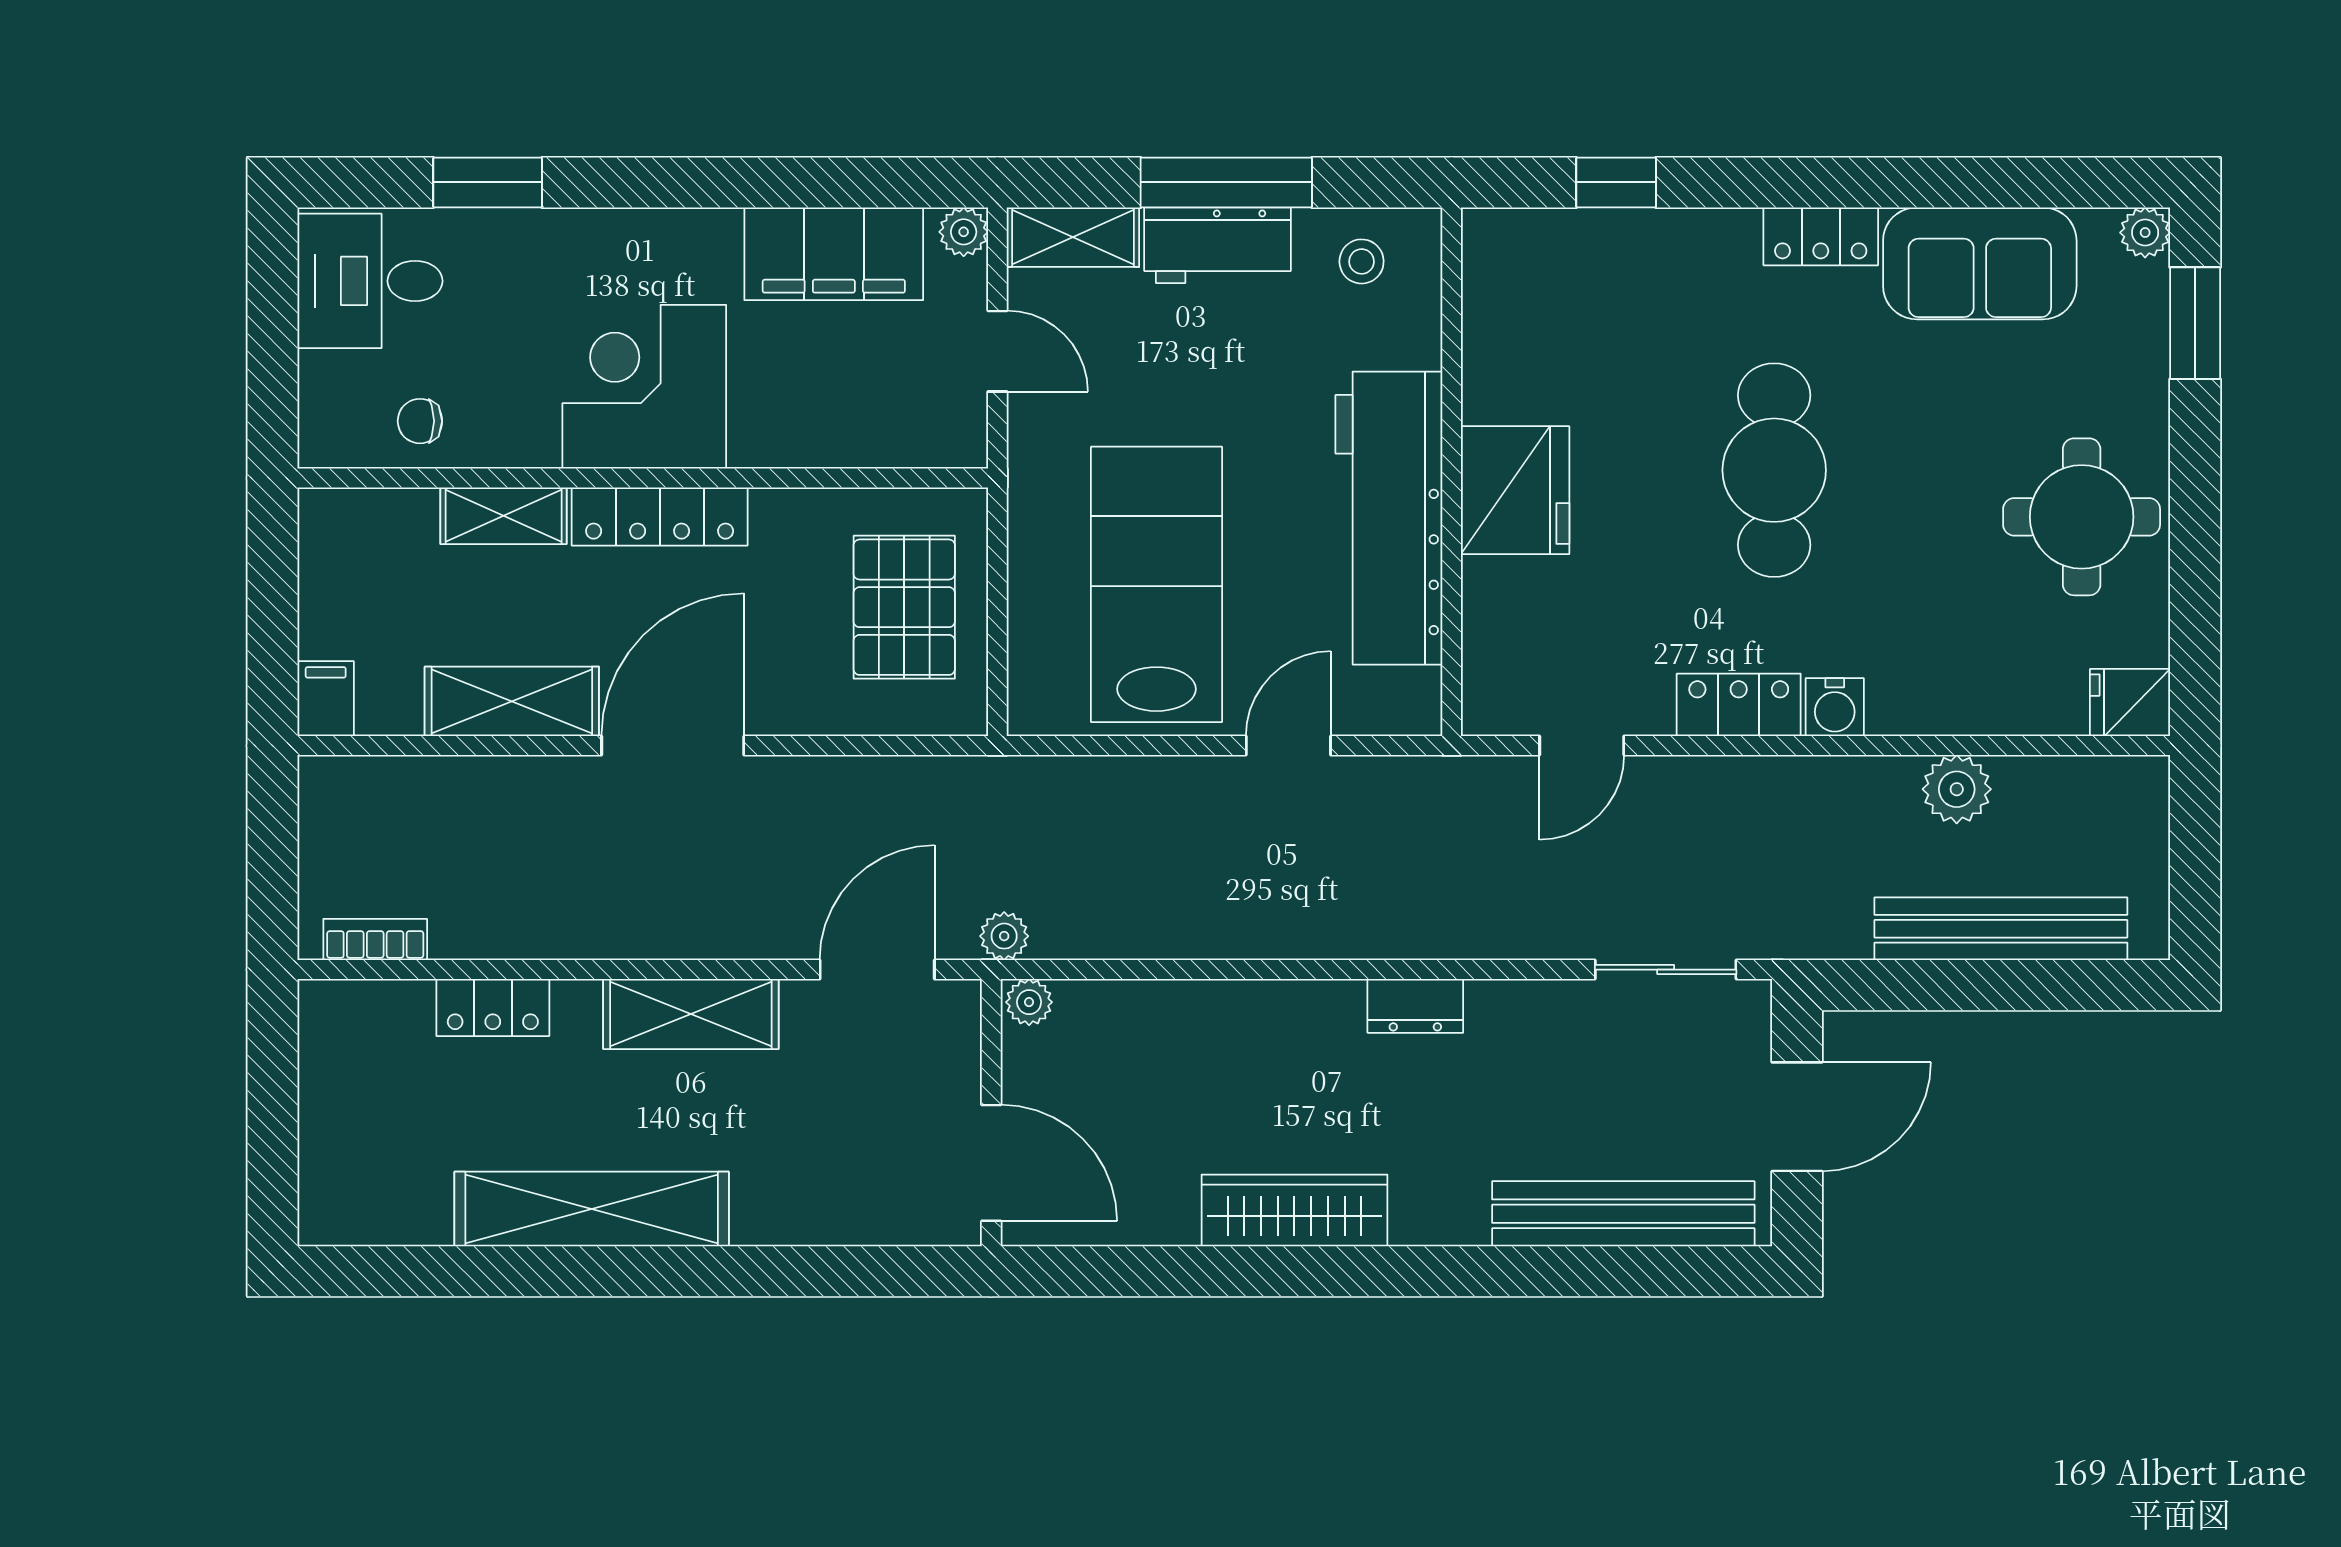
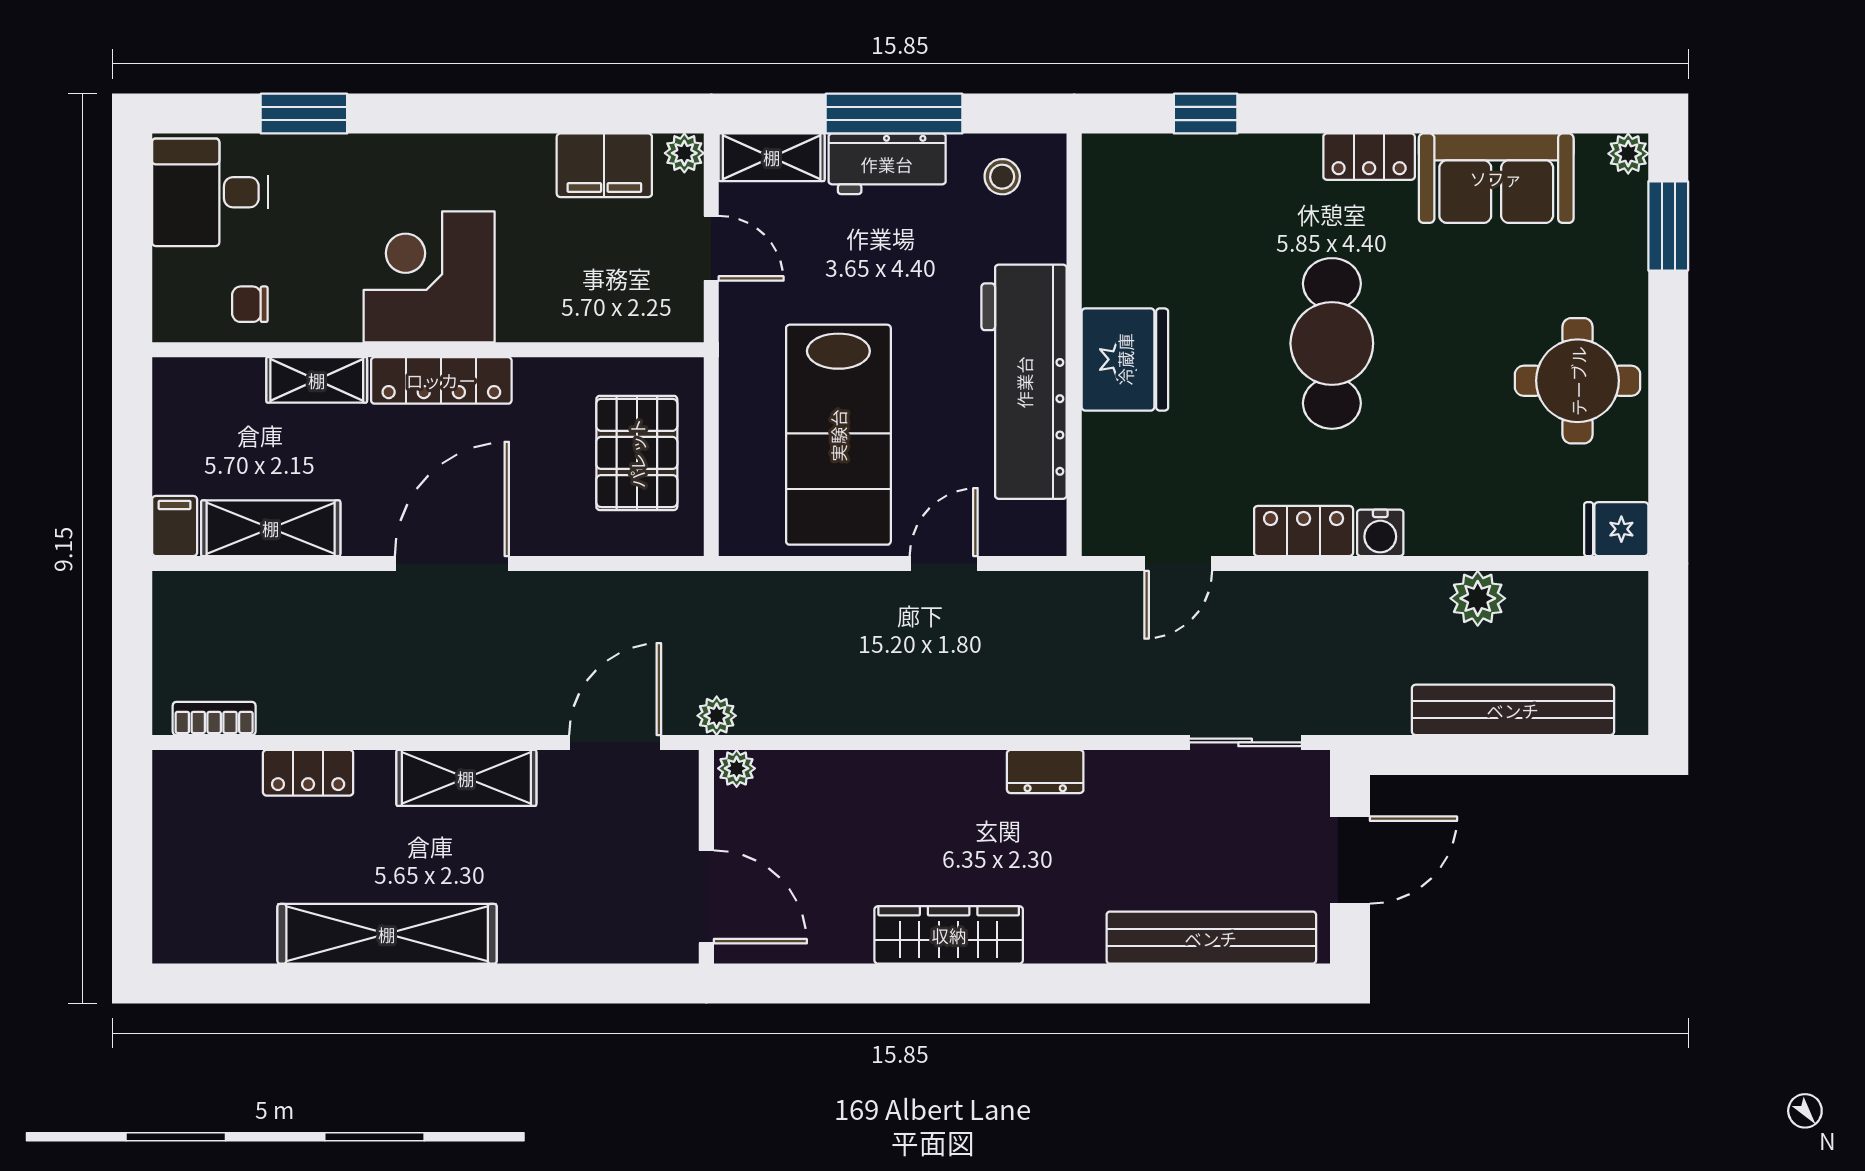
filing cabinet: (834, 254) -> (604, 165), width x0.67, depth x0.86
lab bench: (1157, 584) -> (838, 435), turned 180
shelving: (512, 701) -> (271, 528), moved

